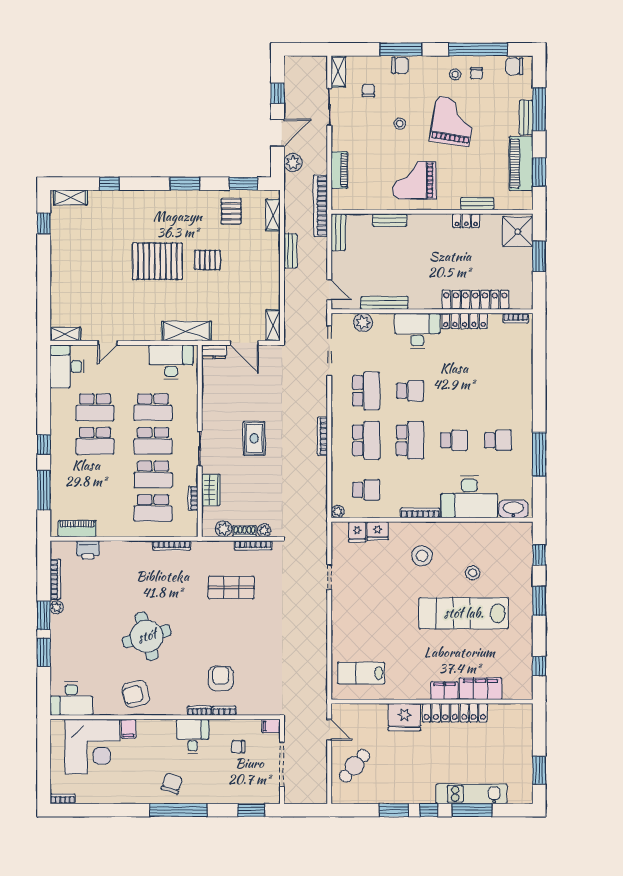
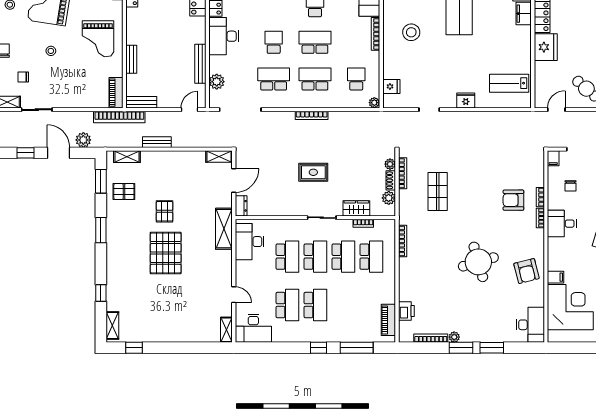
piano: (339, 170) -> (116, 93), moved, turned -90
fridge: (378, 531) -> (466, 100), moved, turned -90
lab bench: (361, 673) -> (509, 83), turned 90

